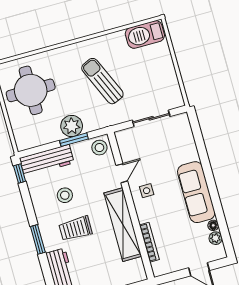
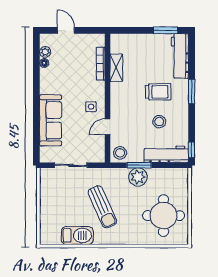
barbecue: (145, 34) -> (77, 235), moved
sofa: (196, 192) -> (51, 120), moved
shelving: (123, 225) -> (116, 68), width x0.45, depth x0.75

